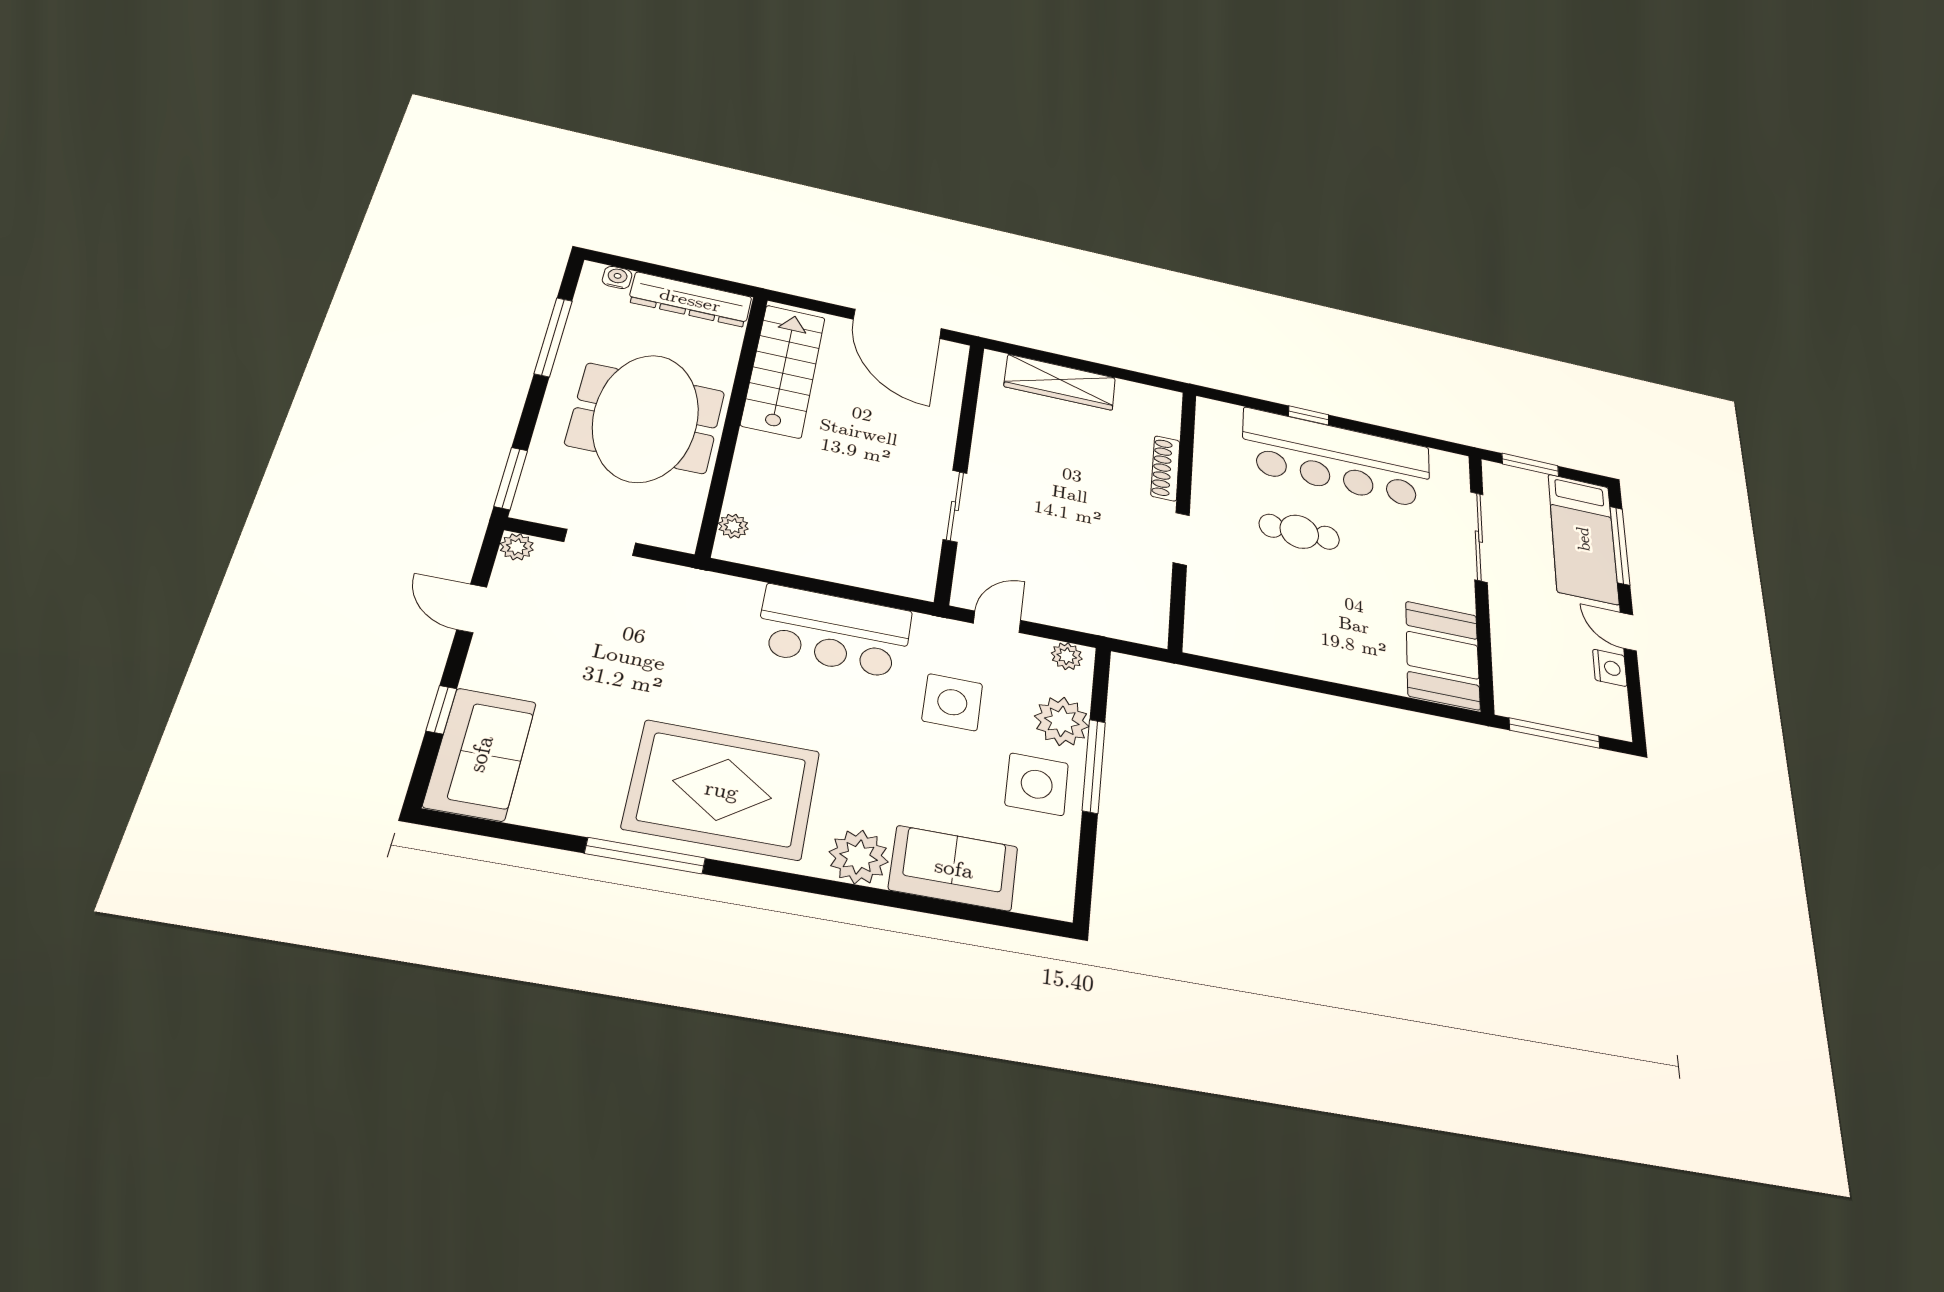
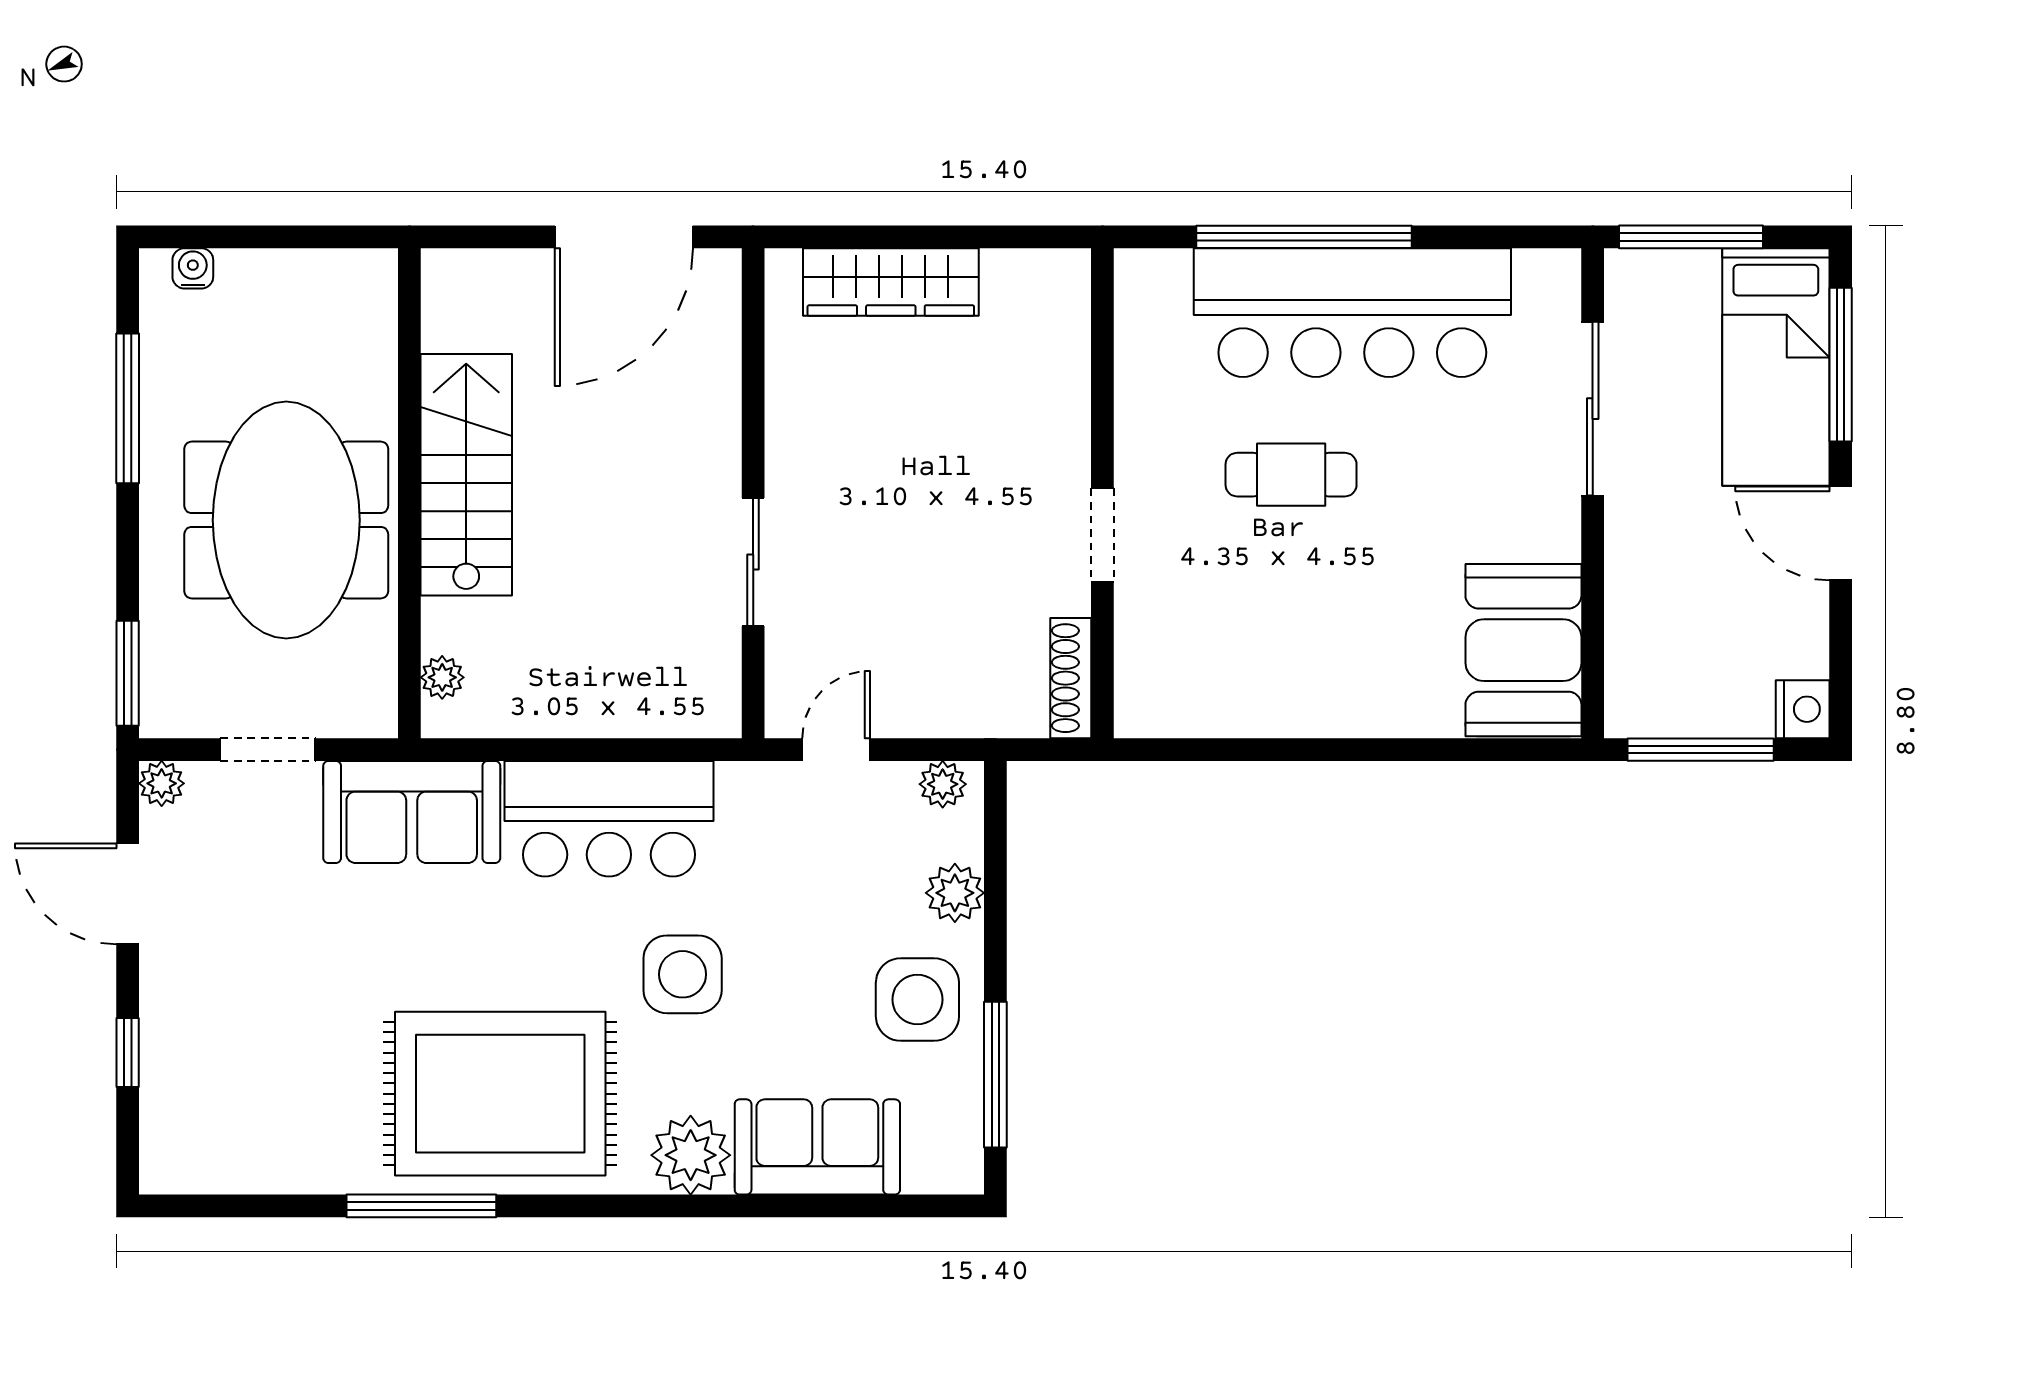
dresser: (690, 300) -> (307, 280), removed
door: (897, 324) -> (624, 237), hinge flipped
stairs: (783, 371) -> (466, 475), moved
window: (1309, 415) -> (1304, 237), width x3.17
window: (1530, 465) -> (1691, 237), width x1.44
shoe rack: (1165, 468) -> (1071, 678), moved
door: (472, 608) -> (128, 894), width x1.37
door: (1628, 632) -> (1841, 533), width x1.38
nightstand: (1610, 668) -> (1803, 709), moved
side table: (952, 702) -> (683, 974), moved
plant: (1062, 721) -> (955, 893), width x0.73, depth x0.73
sofa: (480, 754) -> (412, 812), moved, turned 90
window: (1094, 766) -> (995, 1075), moved

